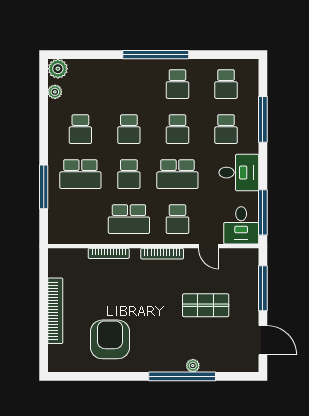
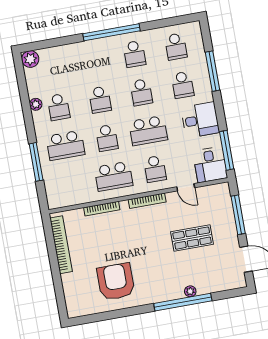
plant: (55, 92) -> (36, 104), moved
bookcase: (55, 311) -> (61, 245), moved

